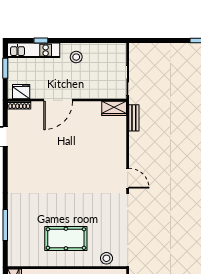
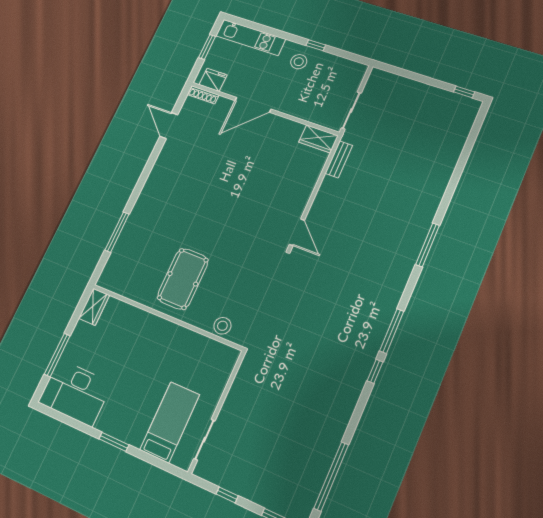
window: (41, 41) -> (316, 45), moved
pool table: (66, 239) -> (183, 279), turned 90

